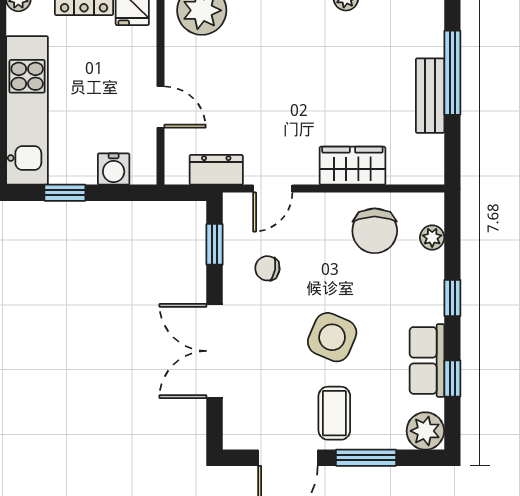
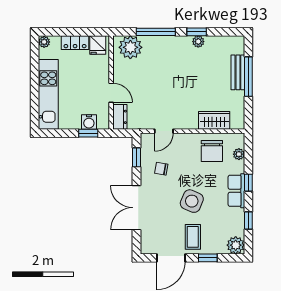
bench: (430, 96) -> (238, 72), moved
wardrobe: (352, 166) -> (214, 120), moved
dresser: (216, 170) -> (120, 117), moved, turned 90
window: (65, 193) -> (88, 133), moved
row of seats: (427, 360) -> (236, 191), moved
window: (366, 458) -> (208, 258), width x0.67

